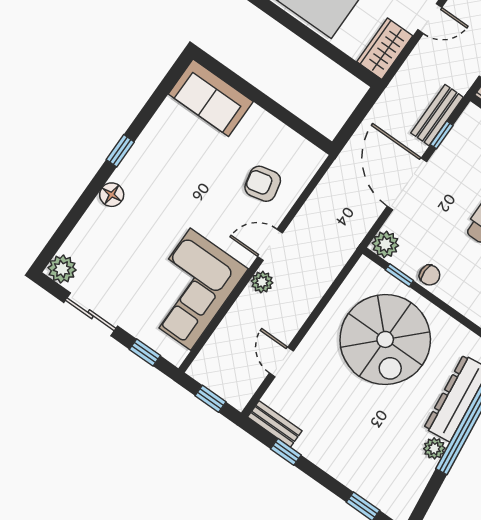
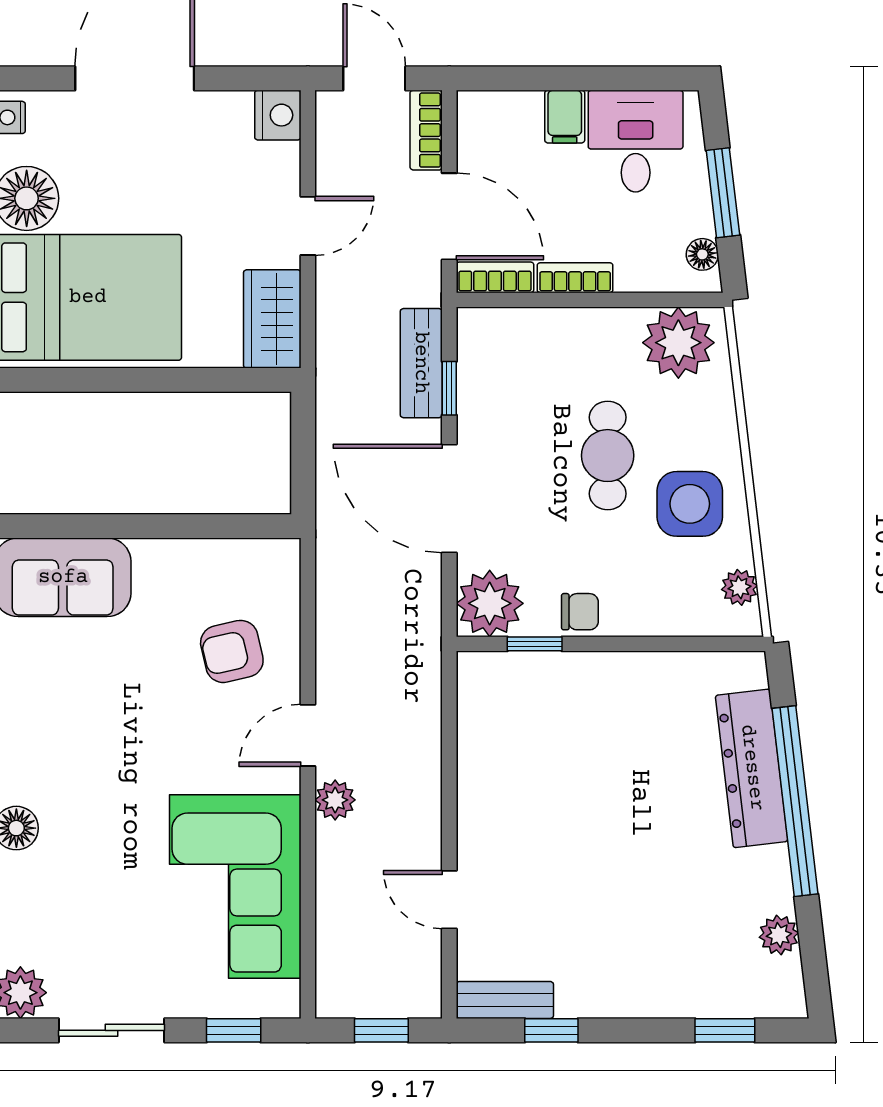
plant: (385, 244) -> (490, 603), width x1.36, depth x1.36
spiral stairs: (385, 339) -> (581, 756), removed
plant: (434, 448) -> (779, 935), moved

